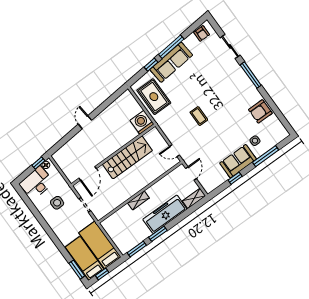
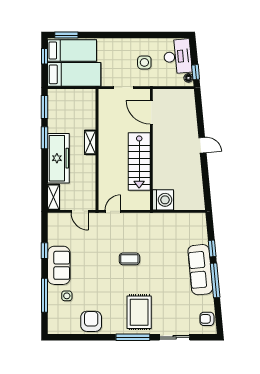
rug: (154, 97) -> (139, 312), moved, turned 90

